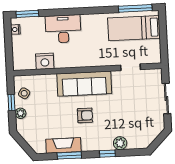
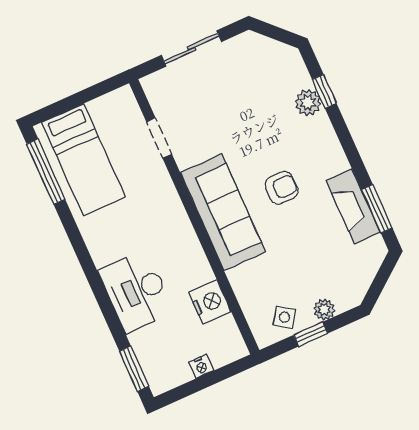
nightstand: (15, 29) -> (201, 366), moved
armchair: (85, 115) -> (282, 188), turned 90
window: (107, 154) -> (324, 91), moved
window: (69, 155) -> (377, 209), moved

